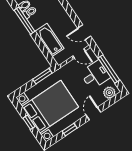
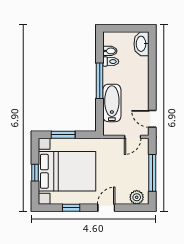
window: (25, 21) -> (100, 81), moved
door: (79, 53) -> (133, 137), hinge flipped
desk: (95, 75) -> (134, 170), removed
window: (42, 76) -> (63, 135), moved

